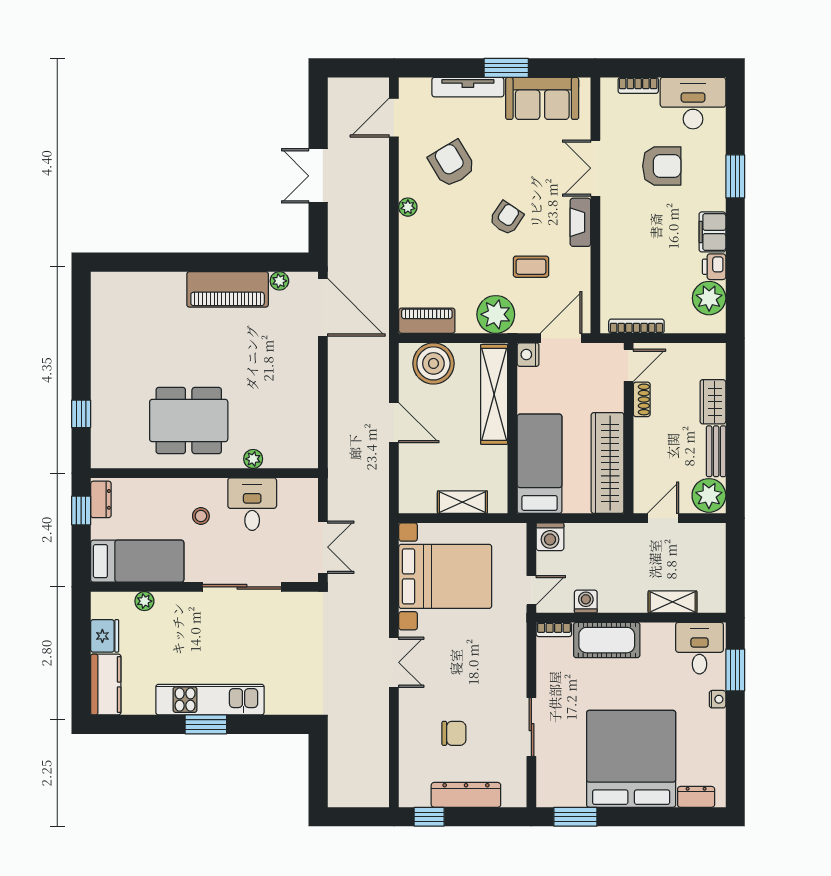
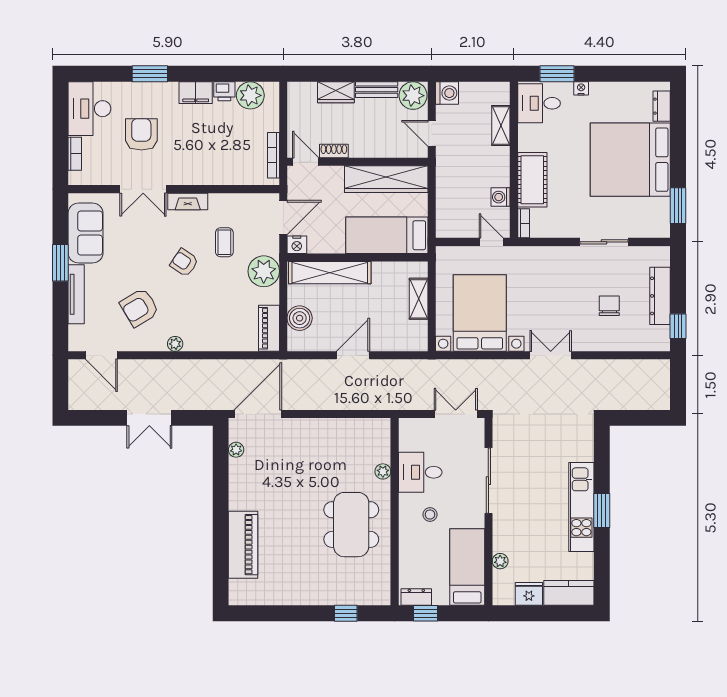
piano: (228, 289) -> (243, 545), moved
door: (561, 338) -> (283, 217), swing flipped
boiler: (433, 363) -> (300, 318), width x0.73, depth x0.73
washing machine: (550, 537) -> (447, 93), moved

